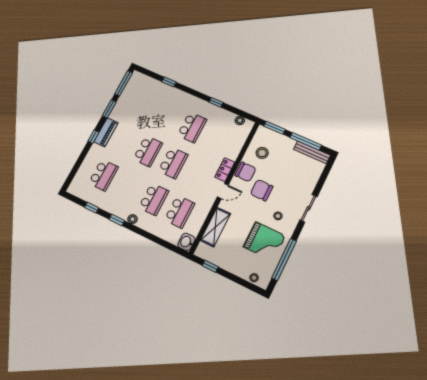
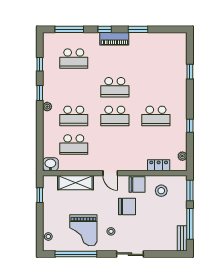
window: (124, 83) -> (69, 29), moved
bench: (312, 152) -> (182, 238), width x0.73
locker: (225, 170) -> (159, 165), moved
chair: (245, 172) -> (137, 184), turned -90
chair: (262, 190) -> (127, 206), turned 90

